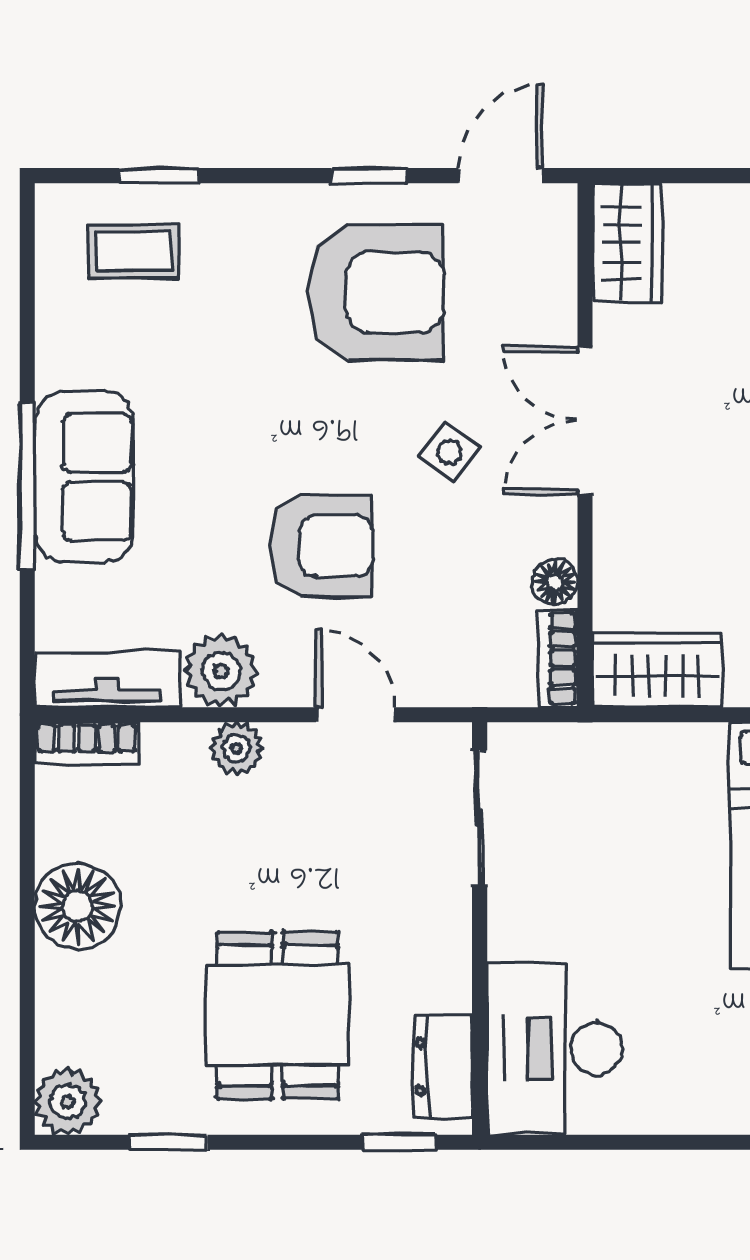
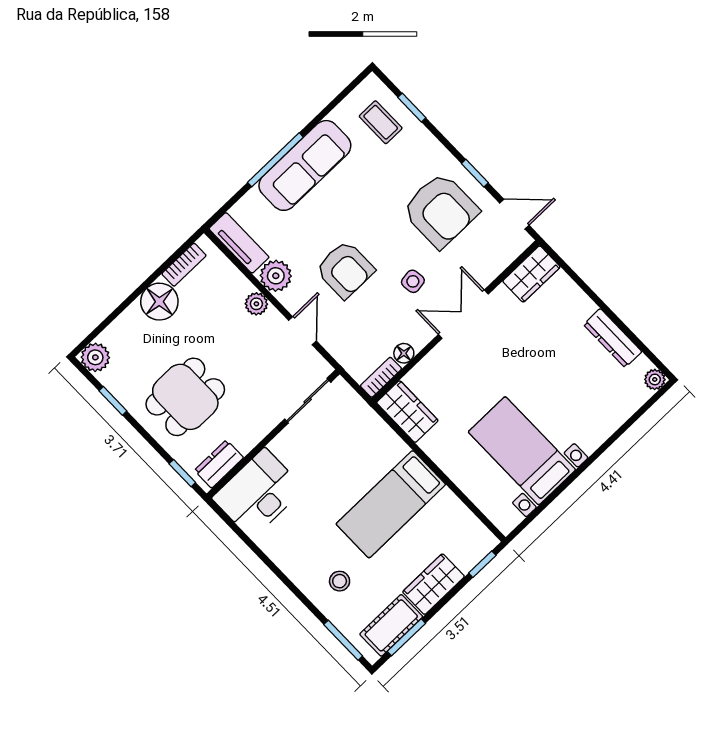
side table: (450, 452) -> (413, 281), turned 45
sofa: (84, 477) -> (305, 165), width x1.36
bookcase: (87, 743) -> (184, 265), moved, turned -90

